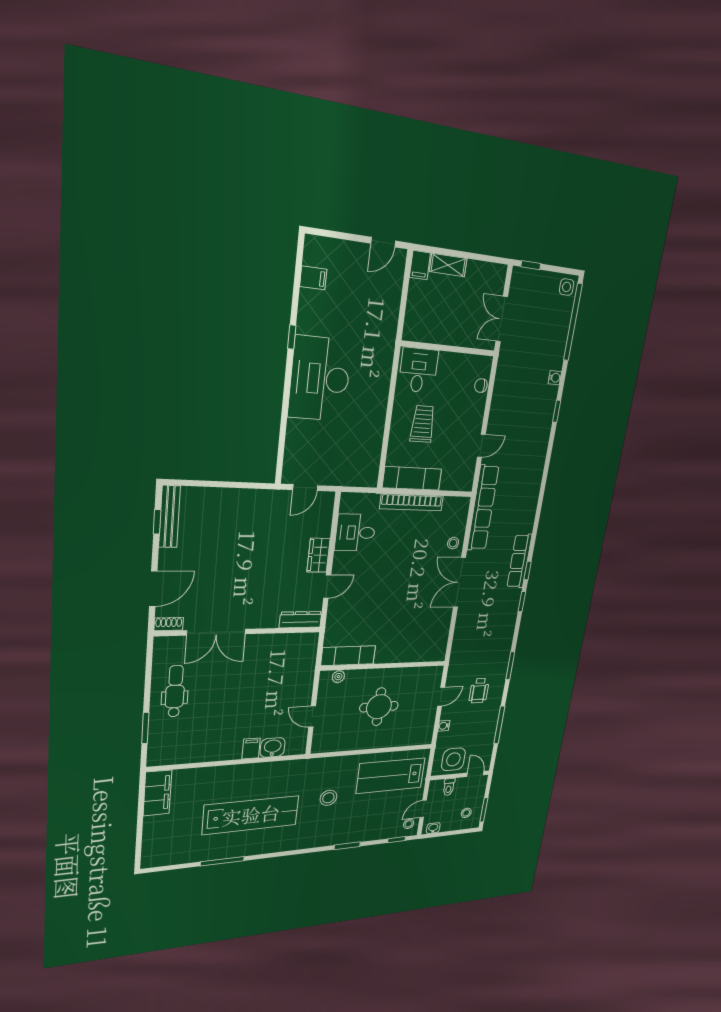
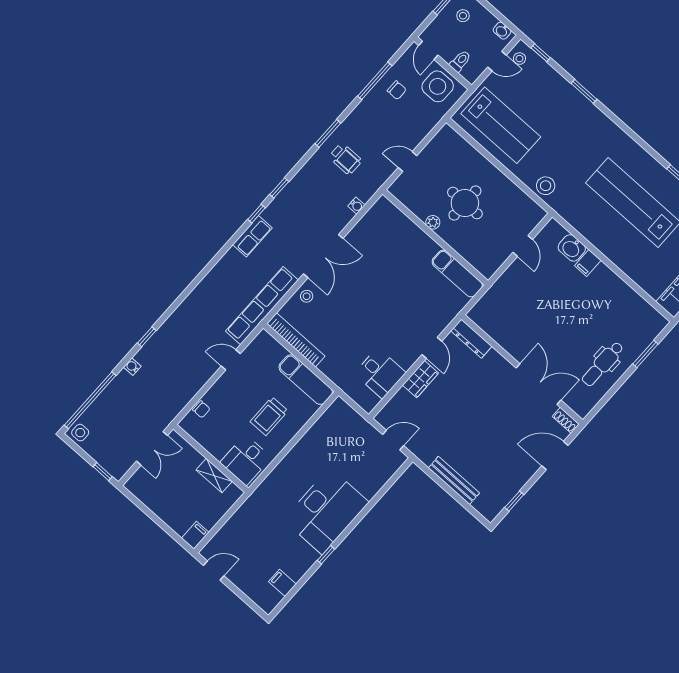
shelving: (448, 265) -> (214, 476), moved
bookcase: (412, 502) -> (296, 340), moved
bench: (170, 517) -> (454, 480), moved, turned 90
row of seats: (519, 561) -> (252, 236), width x0.68
door: (327, 586) -> (432, 348), swing flipped
plant: (338, 677) -> (433, 222), moved
wheelchair: (479, 691) -> (345, 159), moved, turned 90
water cooler: (444, 726) -> (356, 206), moved
chair: (480, 733) -> (397, 90), added
stool: (328, 798) -> (546, 186), moved

